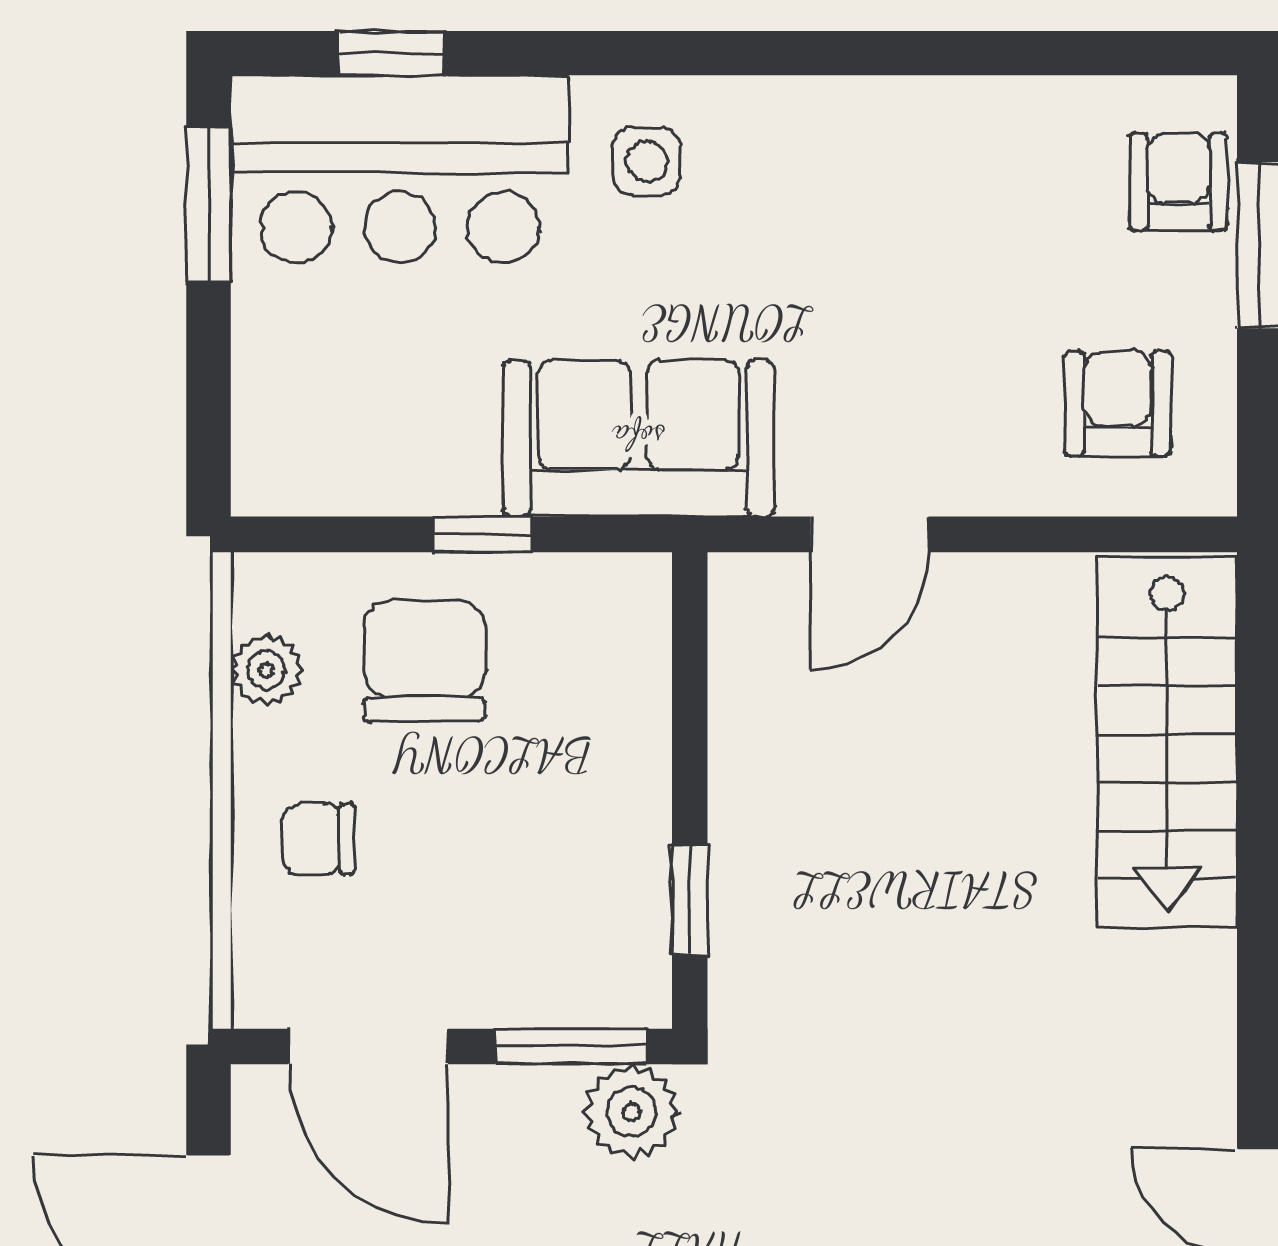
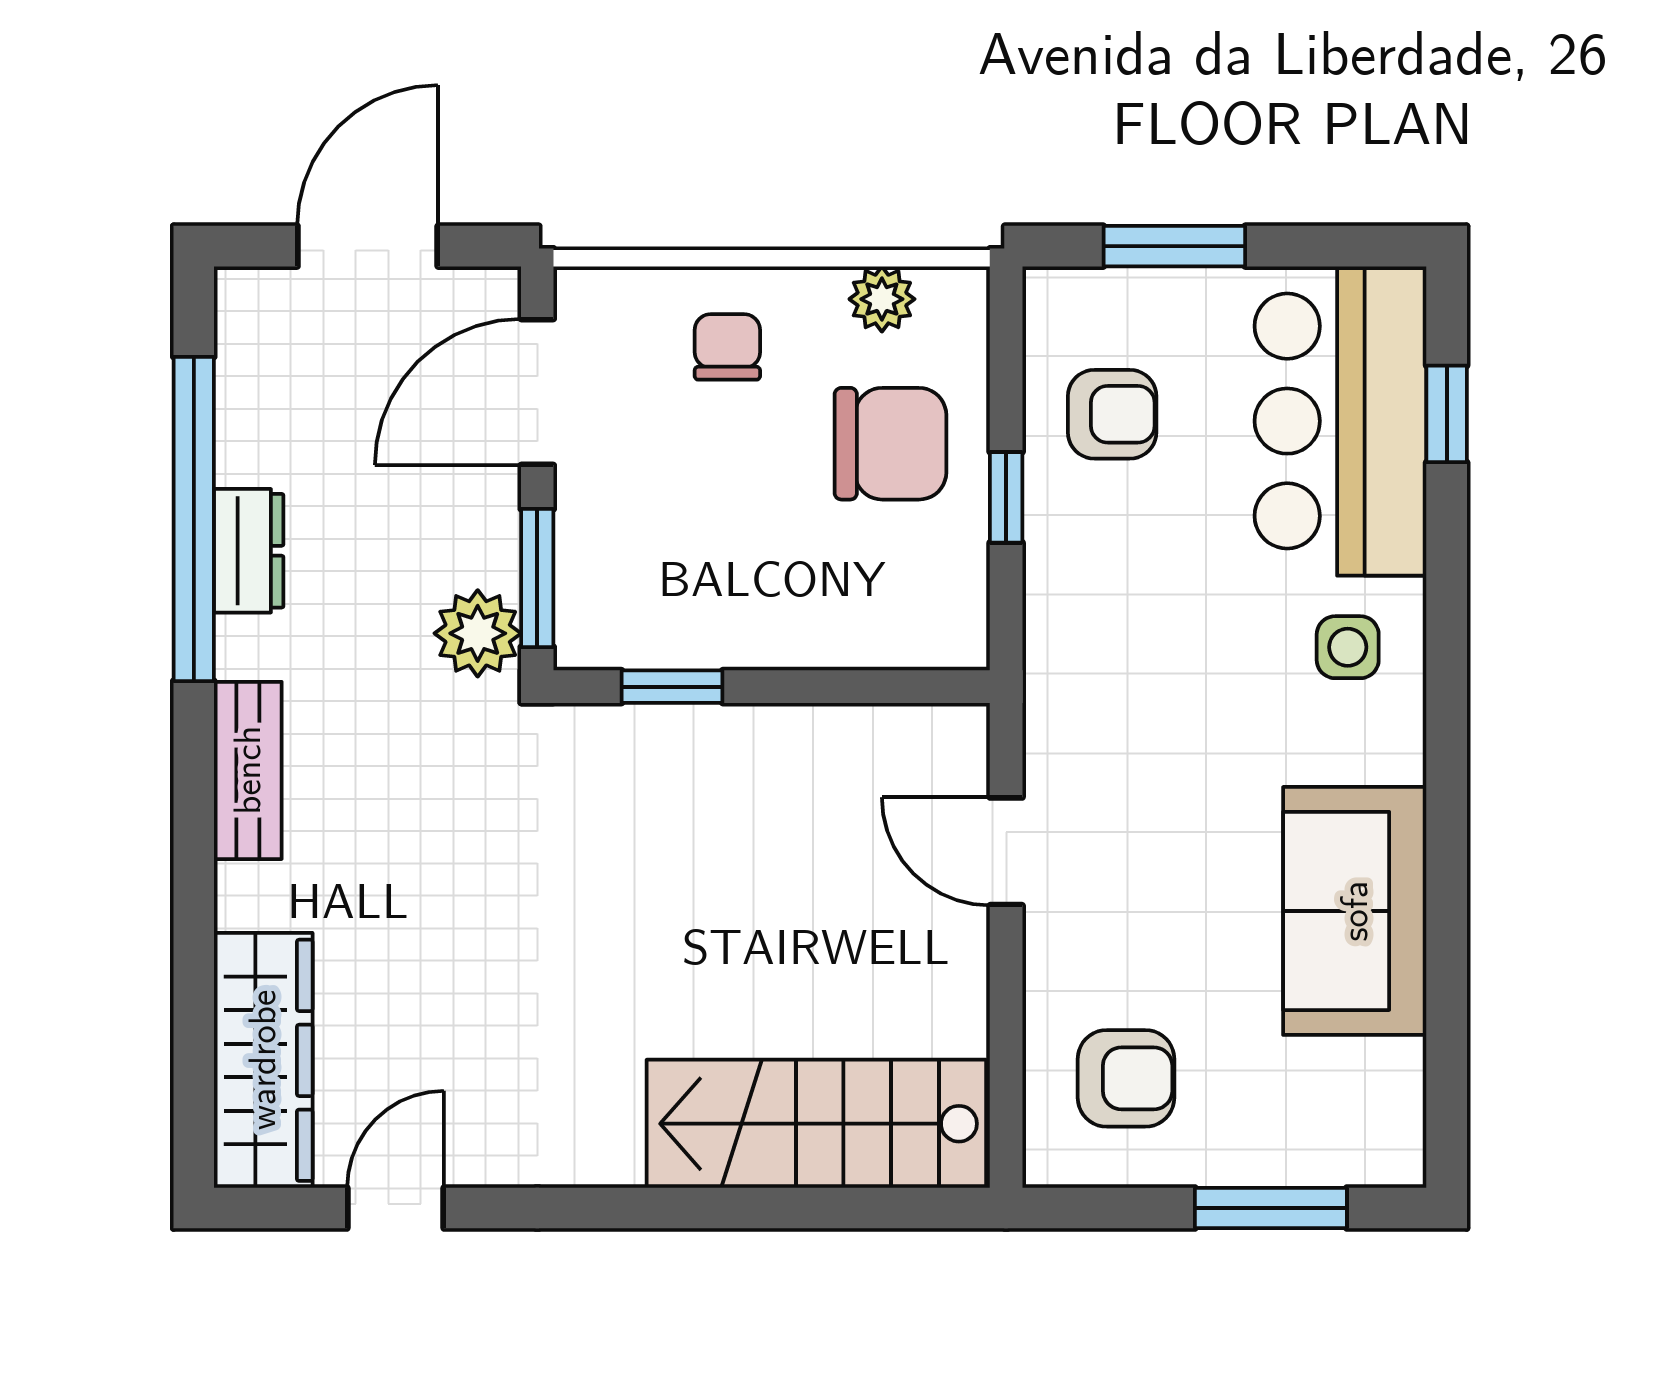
armchair: (1178, 182) -> (1112, 414), moved
window: (209, 204) -> (1174, 246), moved
sofa: (638, 438) -> (1355, 911), moved, turned 180

